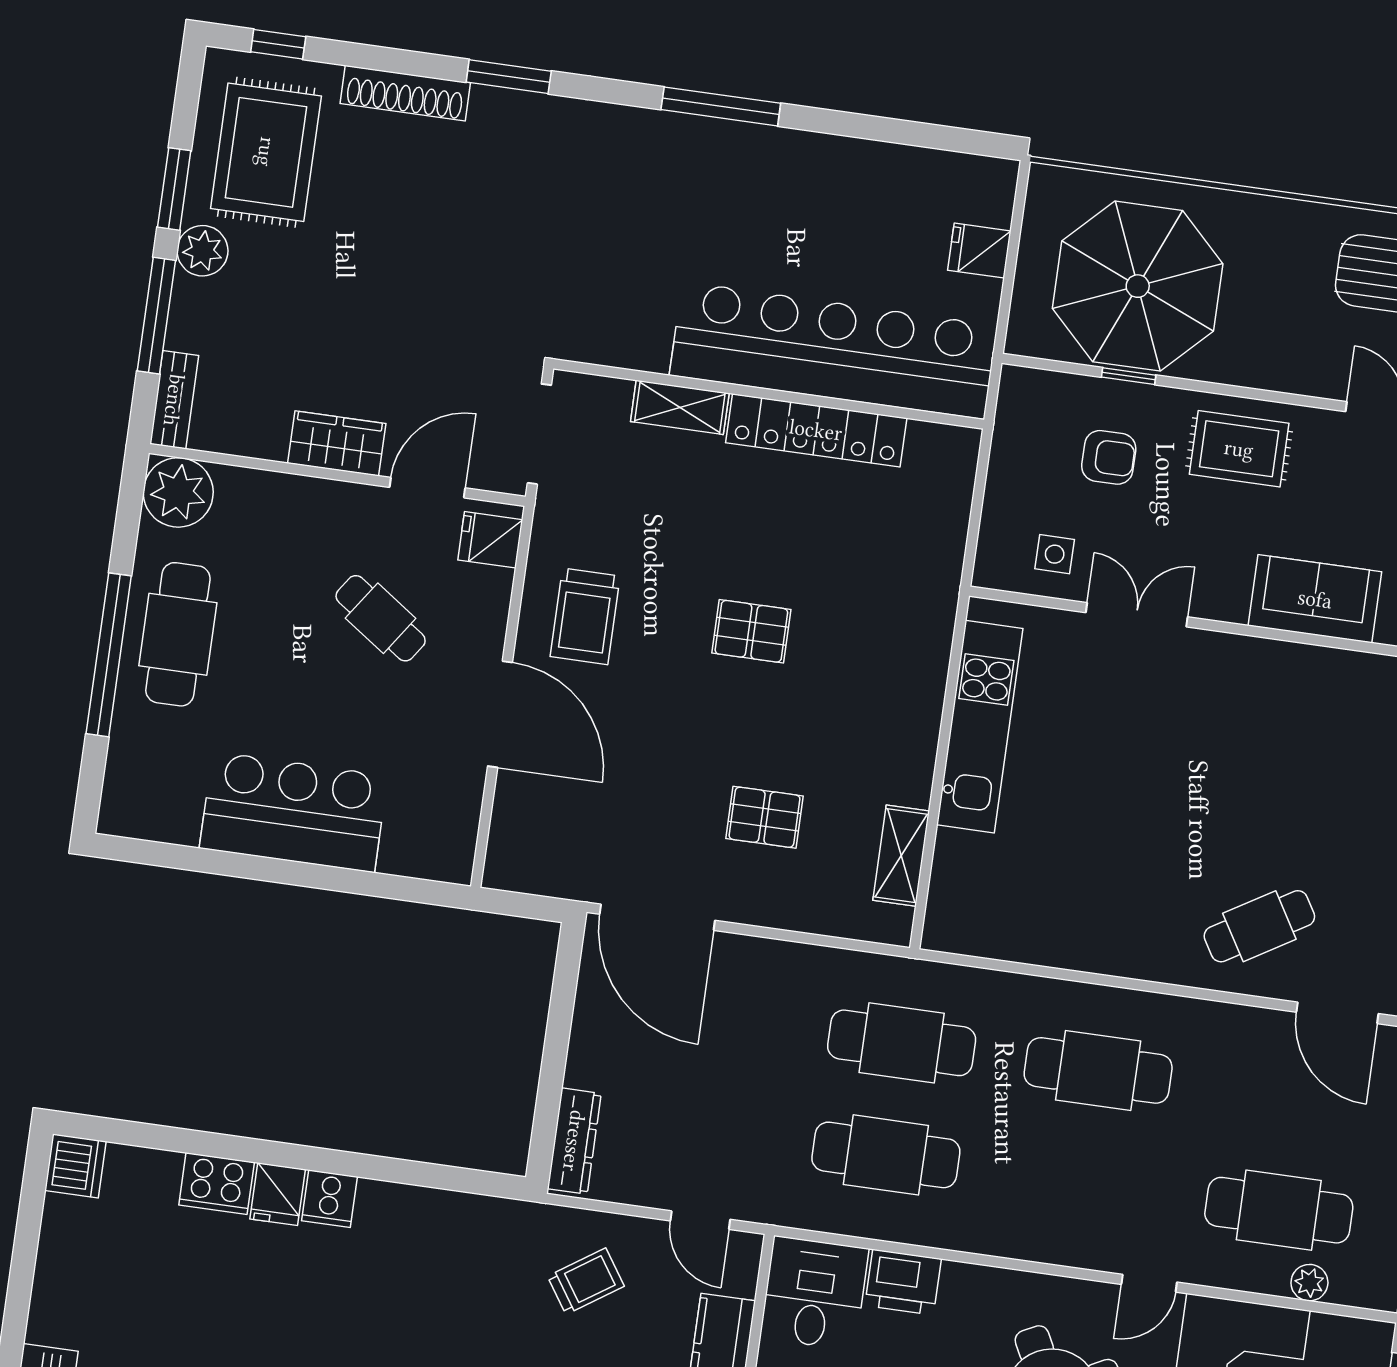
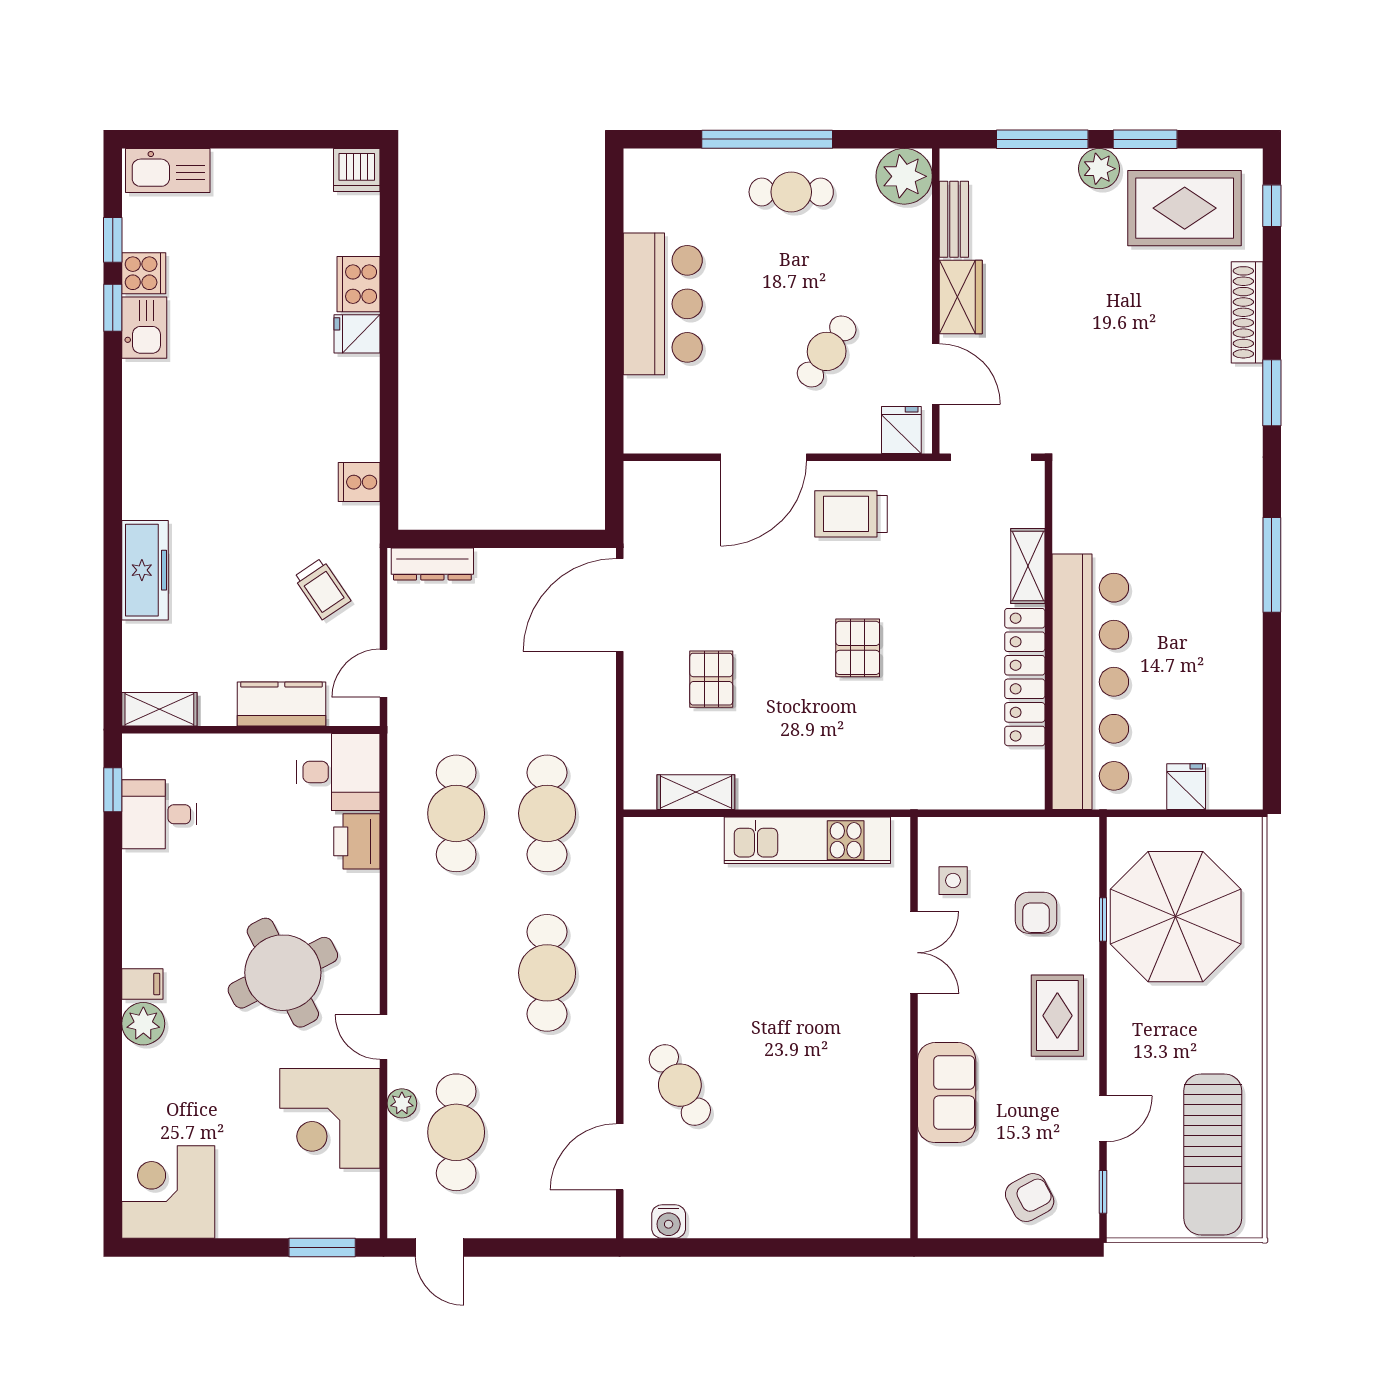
bench: (174, 400) -> (954, 219), moved, turned 90
cafe table: (178, 634) -> (791, 192), width x0.73, depth x0.74
cooker: (330, 1199) -> (359, 482), moved
plant: (1309, 1283) -> (402, 1103), moved

